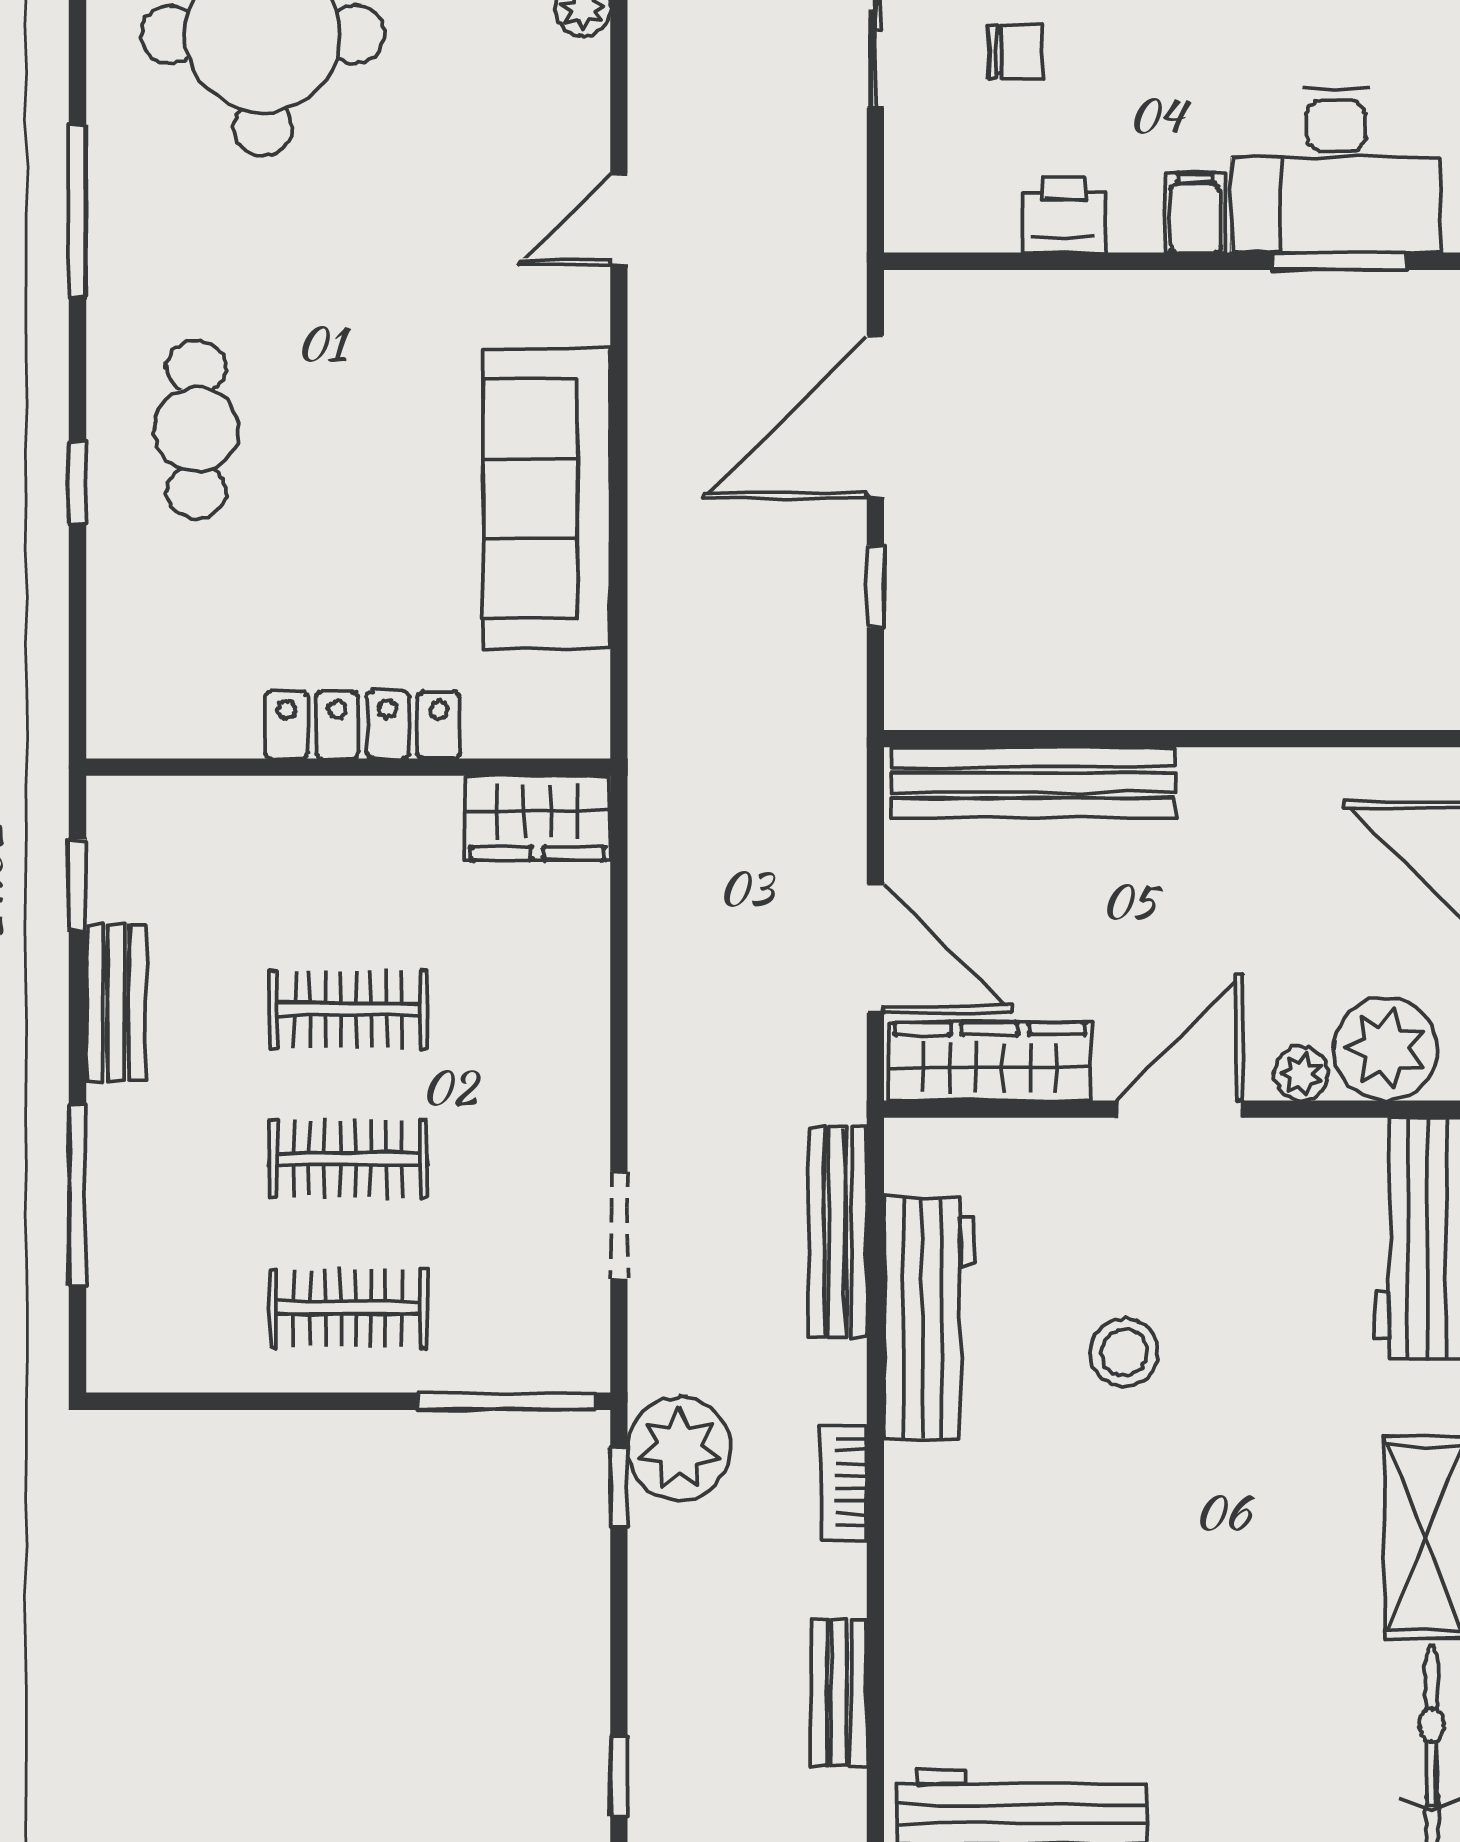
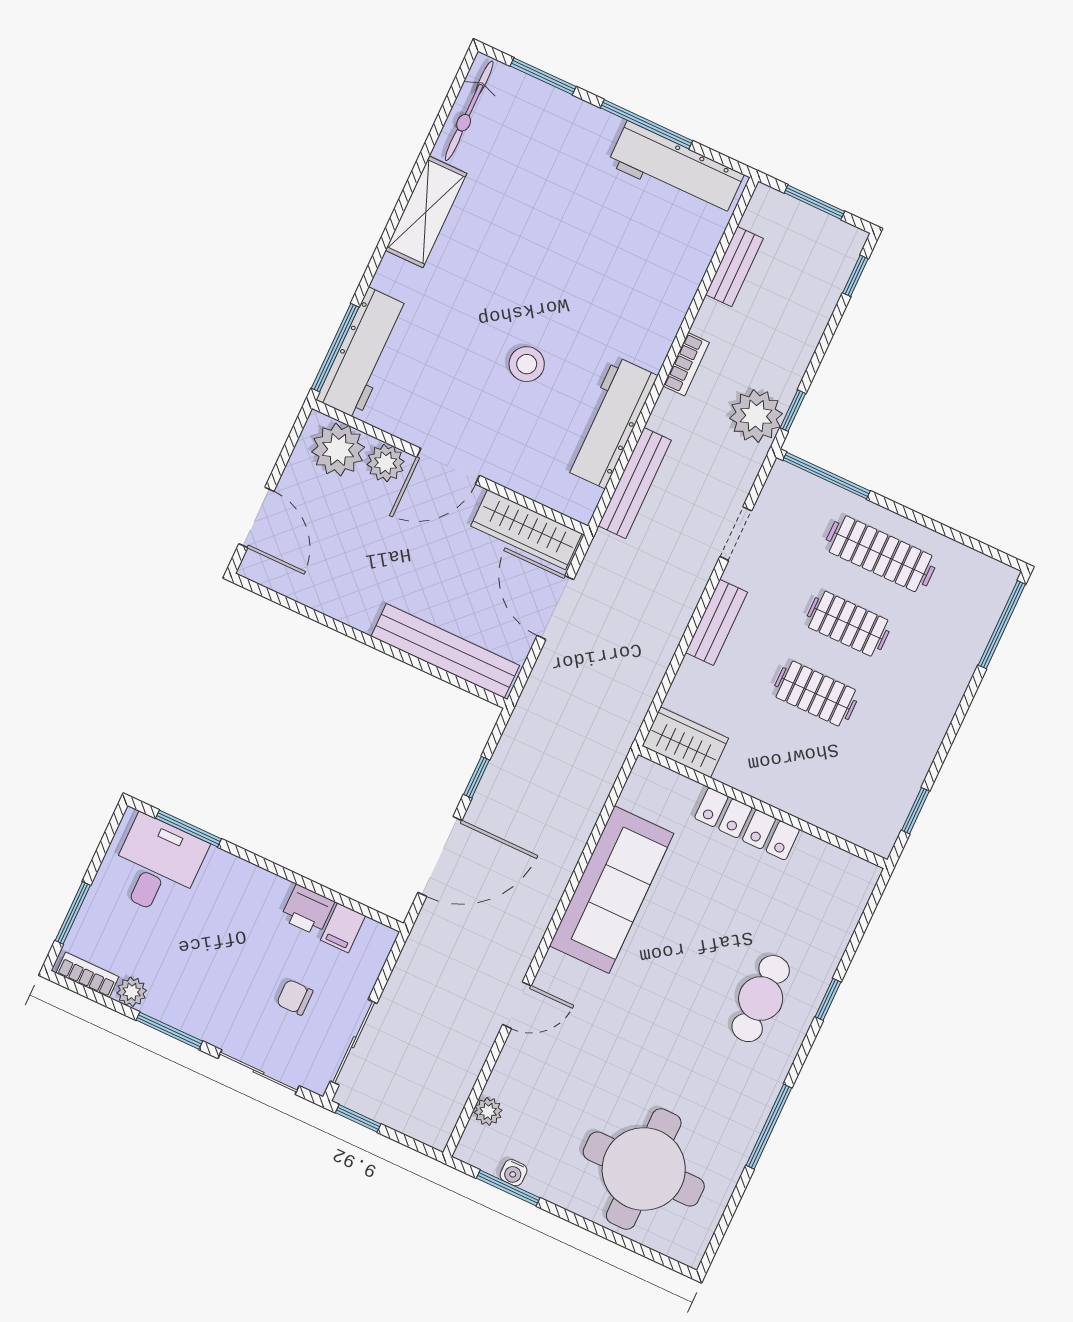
desk: (1336, 170) -> (157, 866), width x0.73
filing cabinet: (1195, 213) -> (343, 928), moved
bench: (116, 1002) -> (716, 622), moved
plant: (1301, 1074) -> (386, 463), width x1.38, depth x1.38
window: (77, 1195) -> (1002, 625), moved
clothes rail: (348, 1308) -> (881, 554), width x1.36

